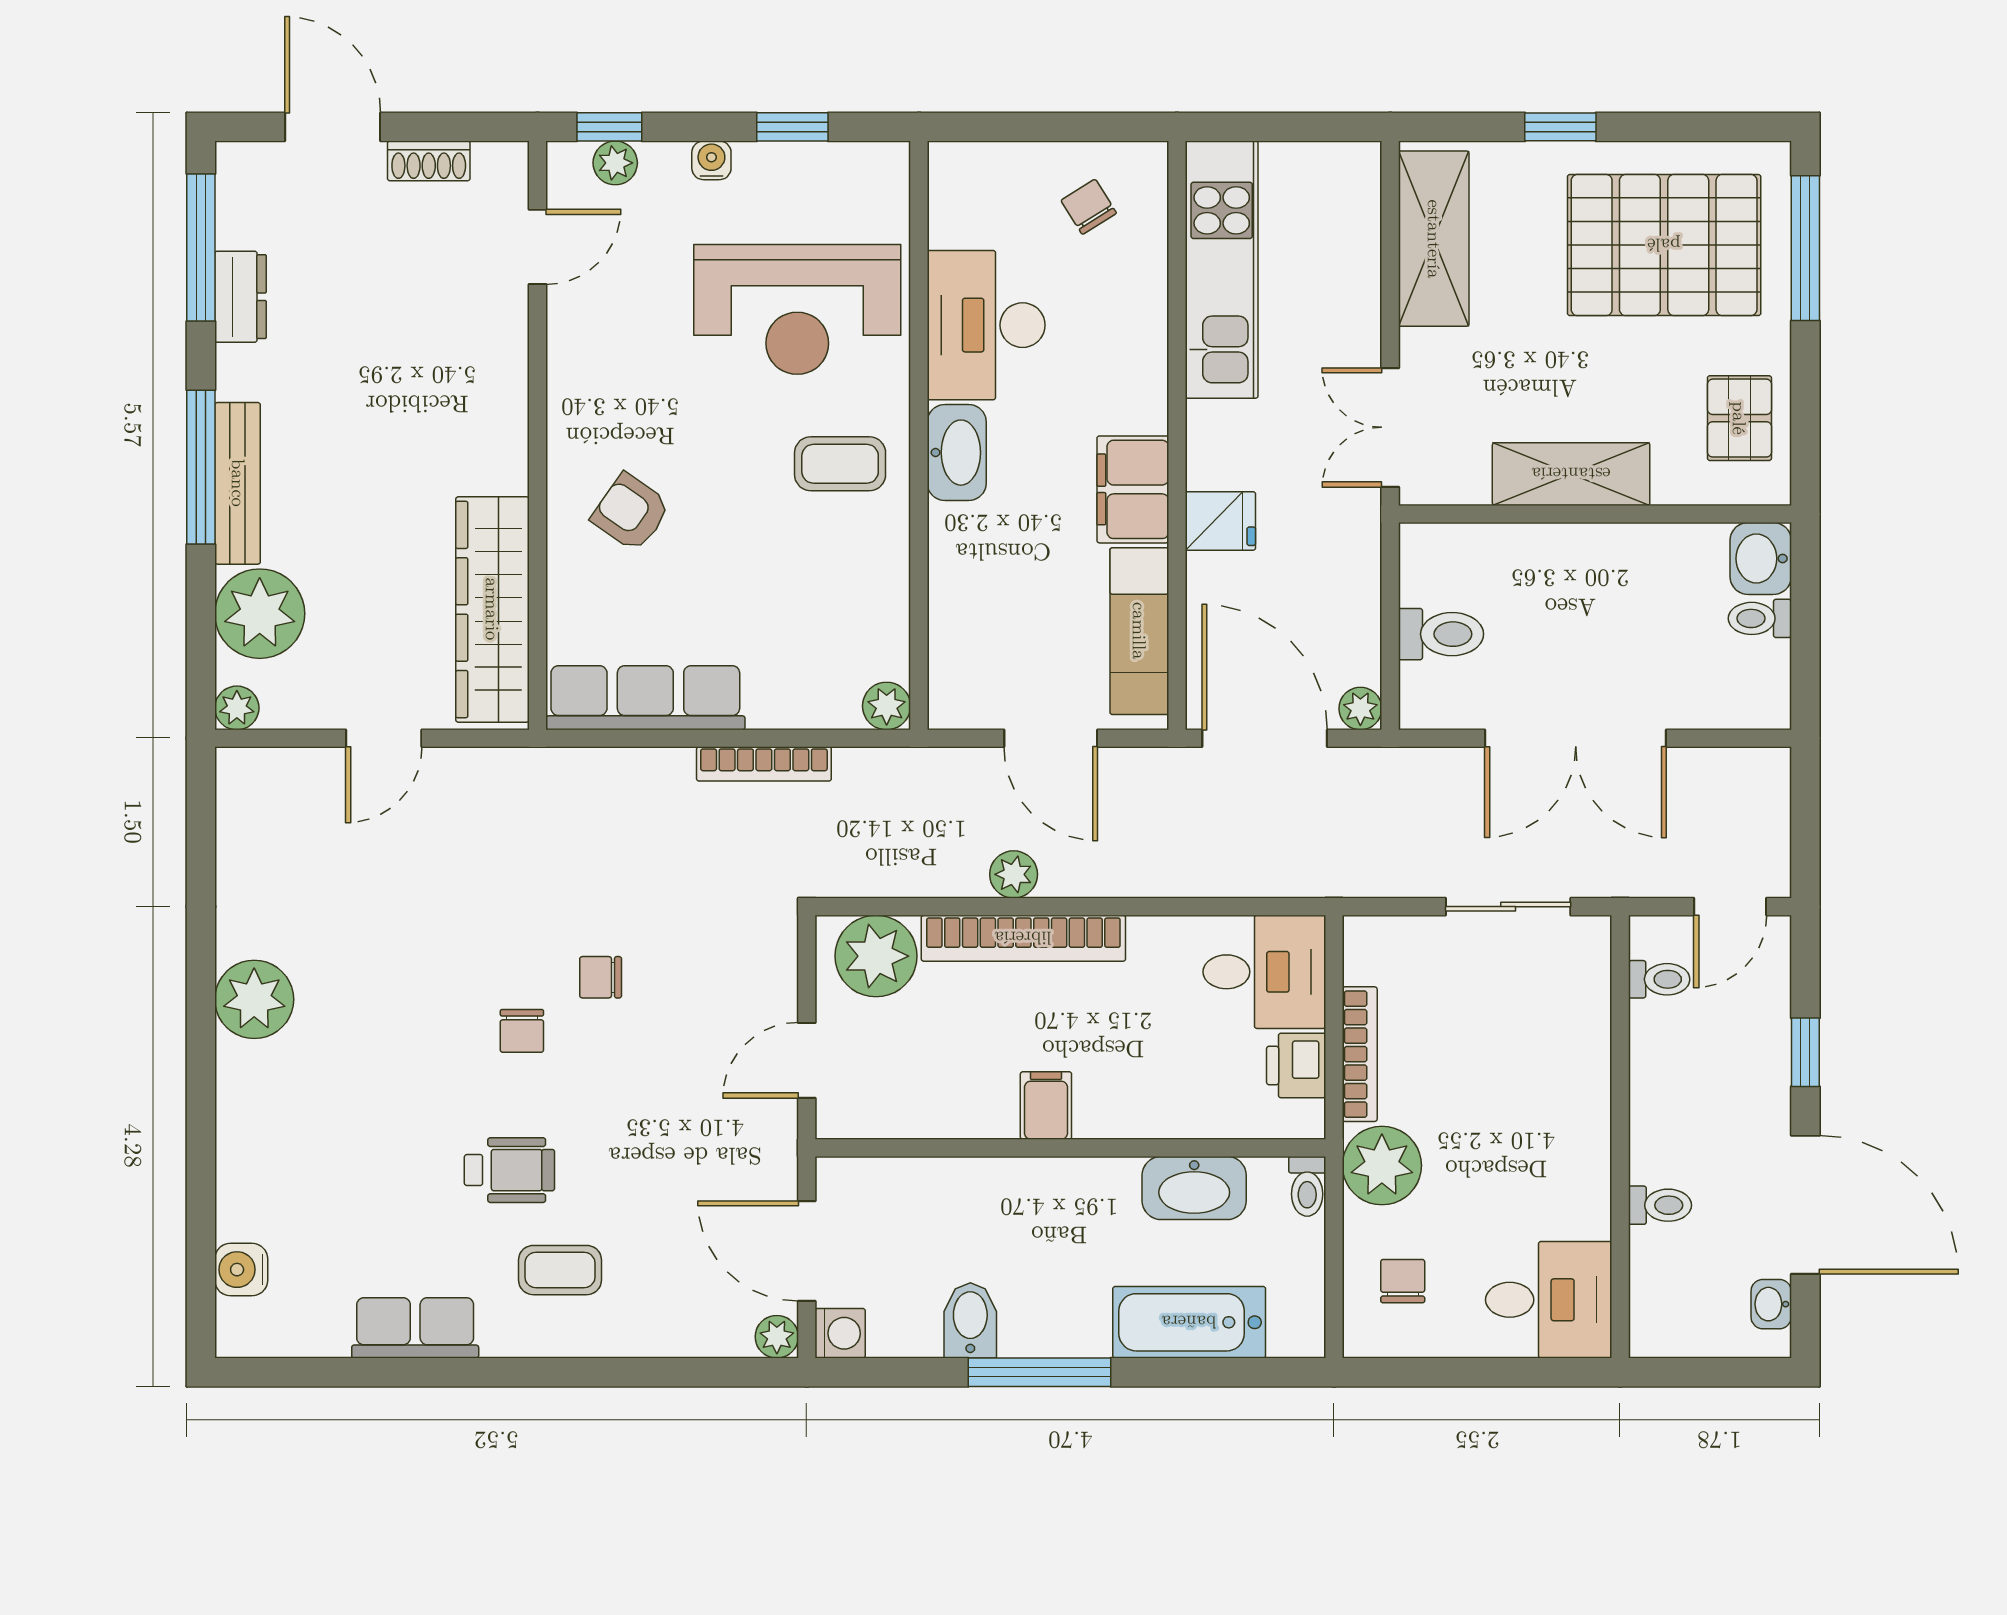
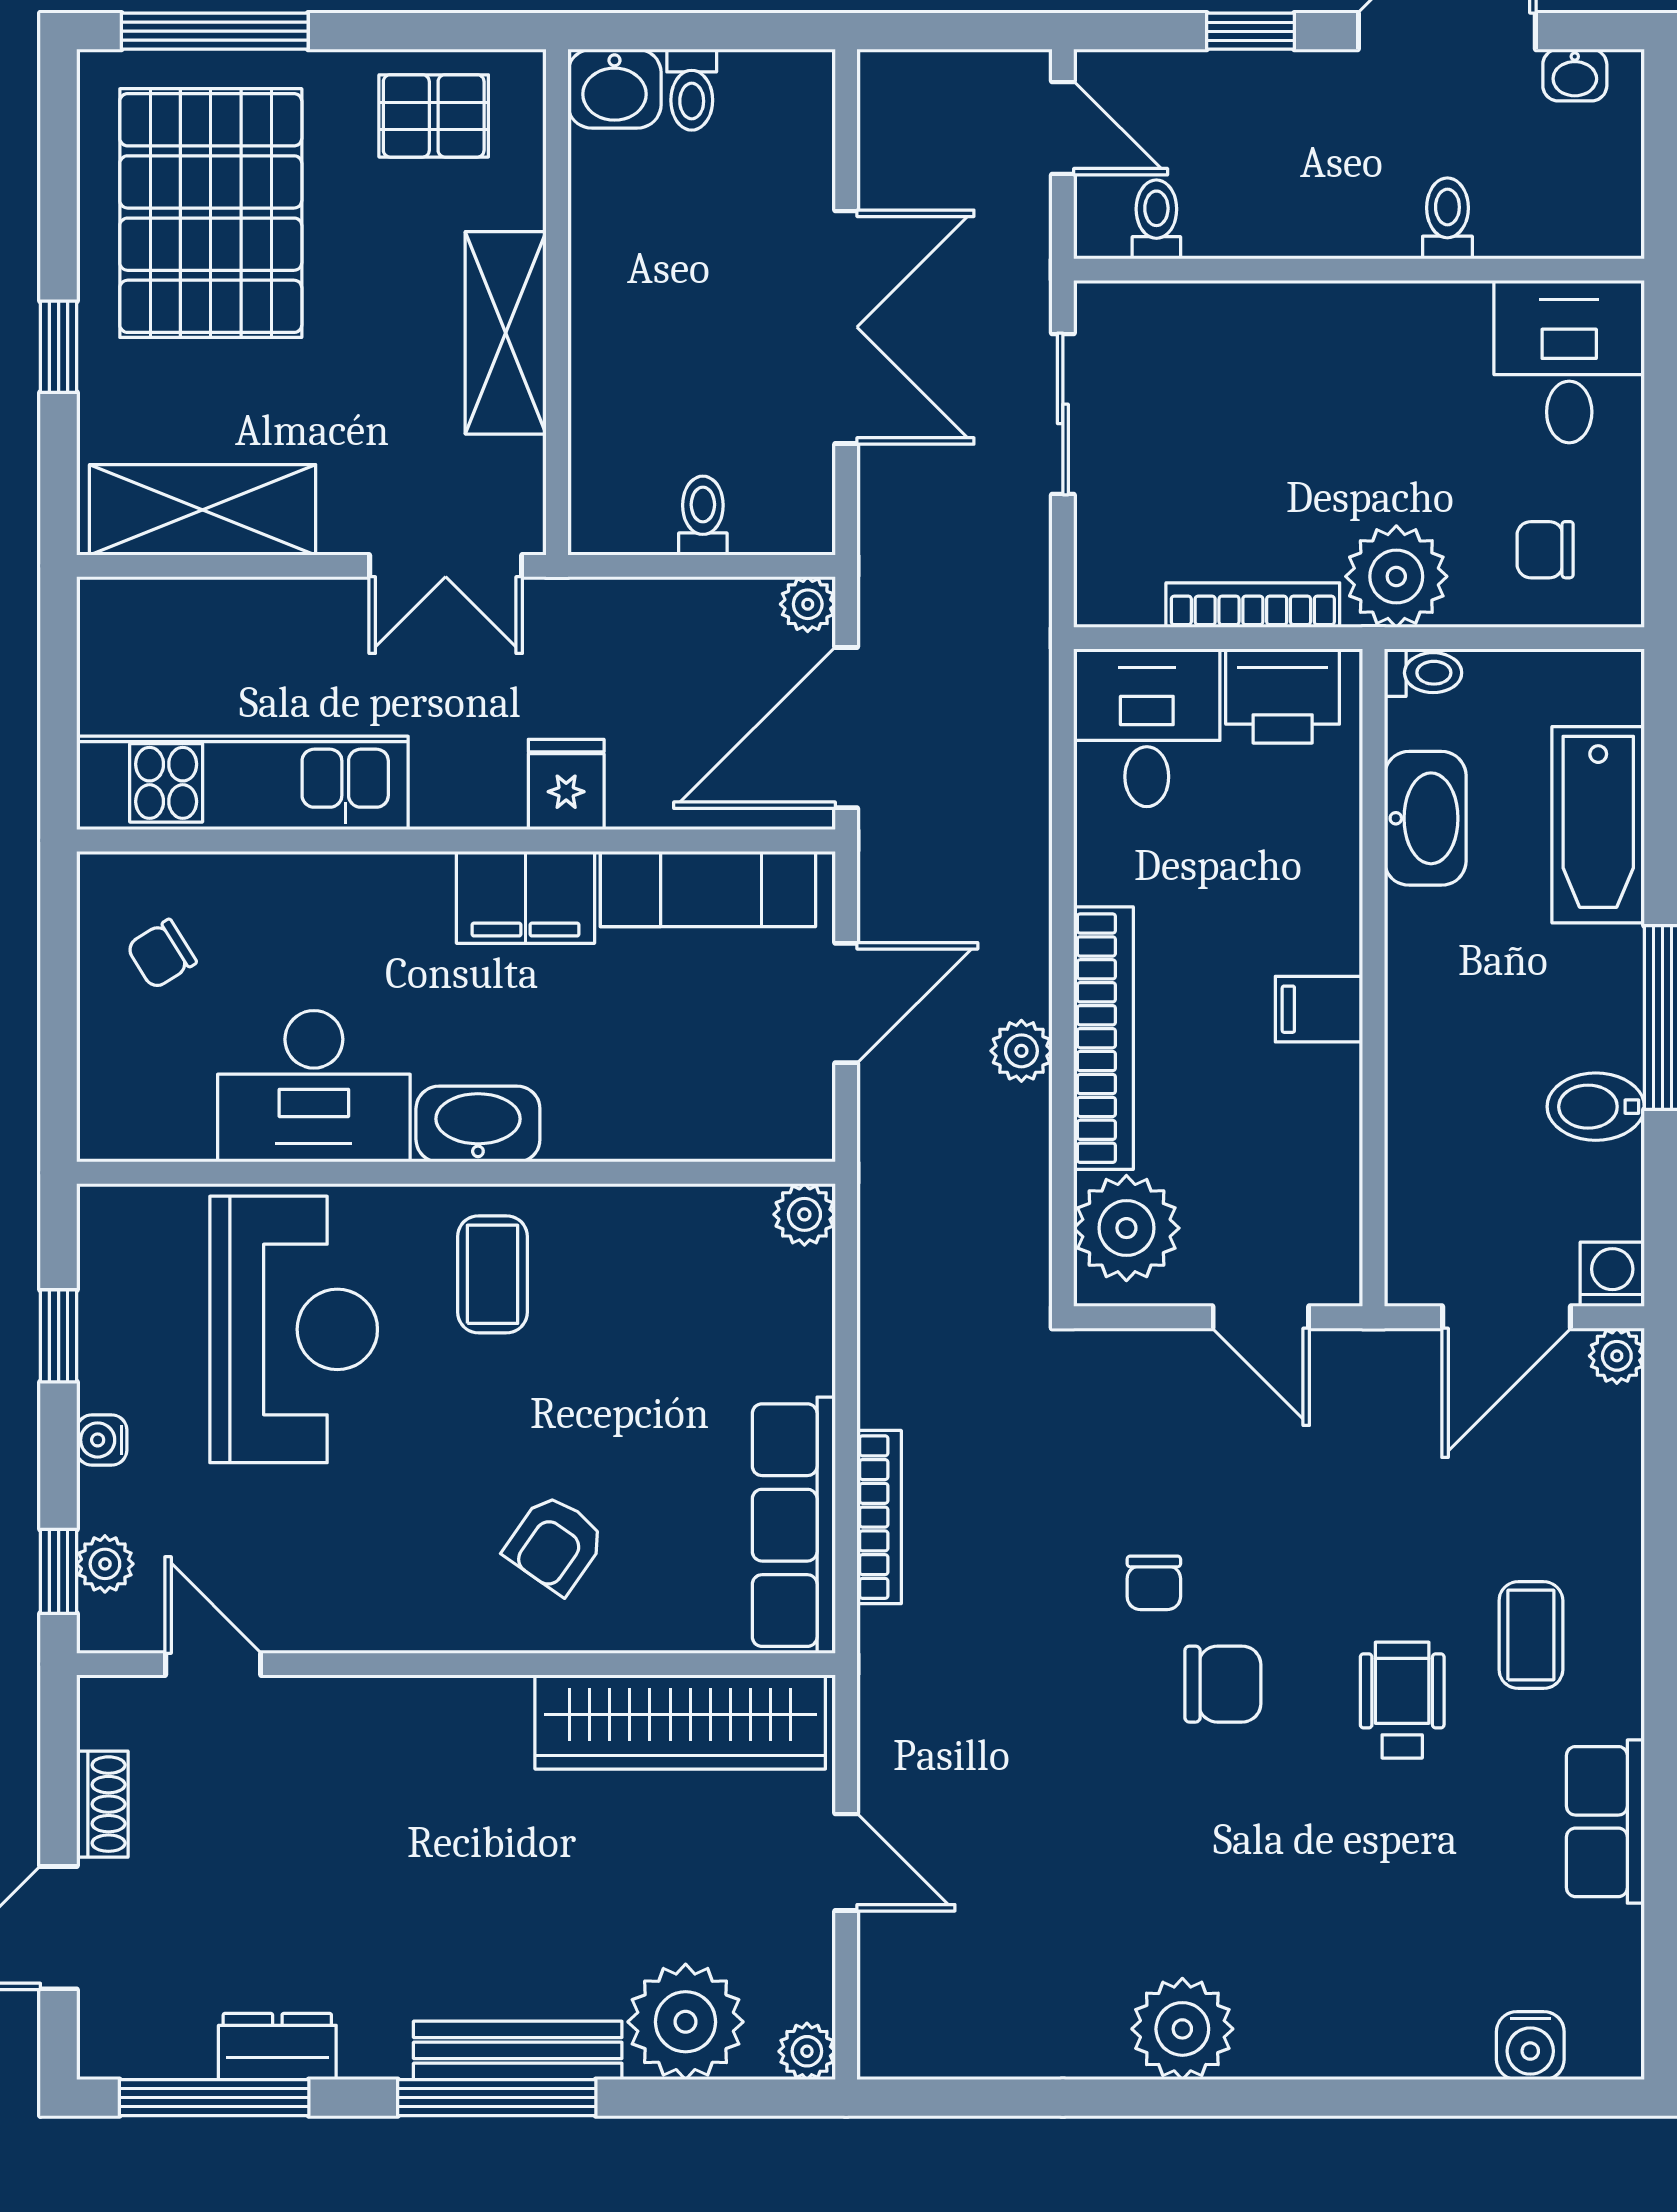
toilet: (1441, 634) -> (703, 516), width x0.73, depth x0.72
bookcase: (764, 764) -> (879, 1517), moved
chair: (522, 1031) -> (1223, 1684), width x1.37, depth x1.37
printer: (1296, 1065) -> (1283, 696), width x1.36, depth x1.24

